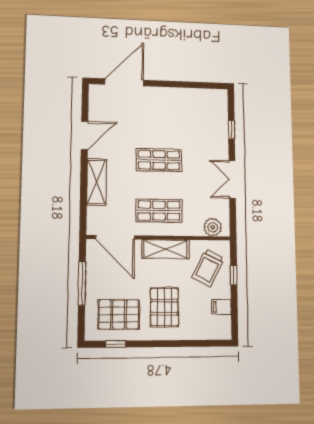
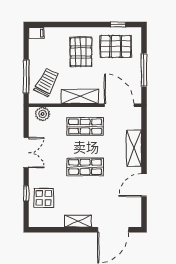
shelving: (168, 94) -> (78, 221), added
display table: (210, 124) -> (44, 198), added
window: (234, 275) -> (26, 77), width x2.17
filing cabinet: (221, 307) -> (36, 33), moved

